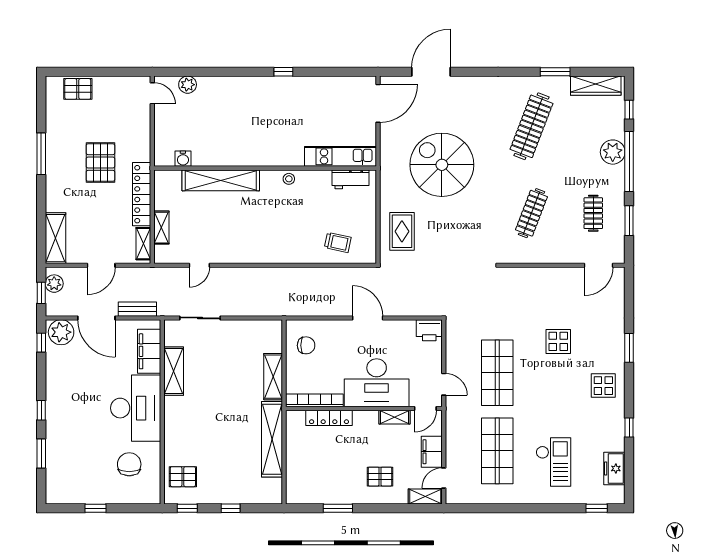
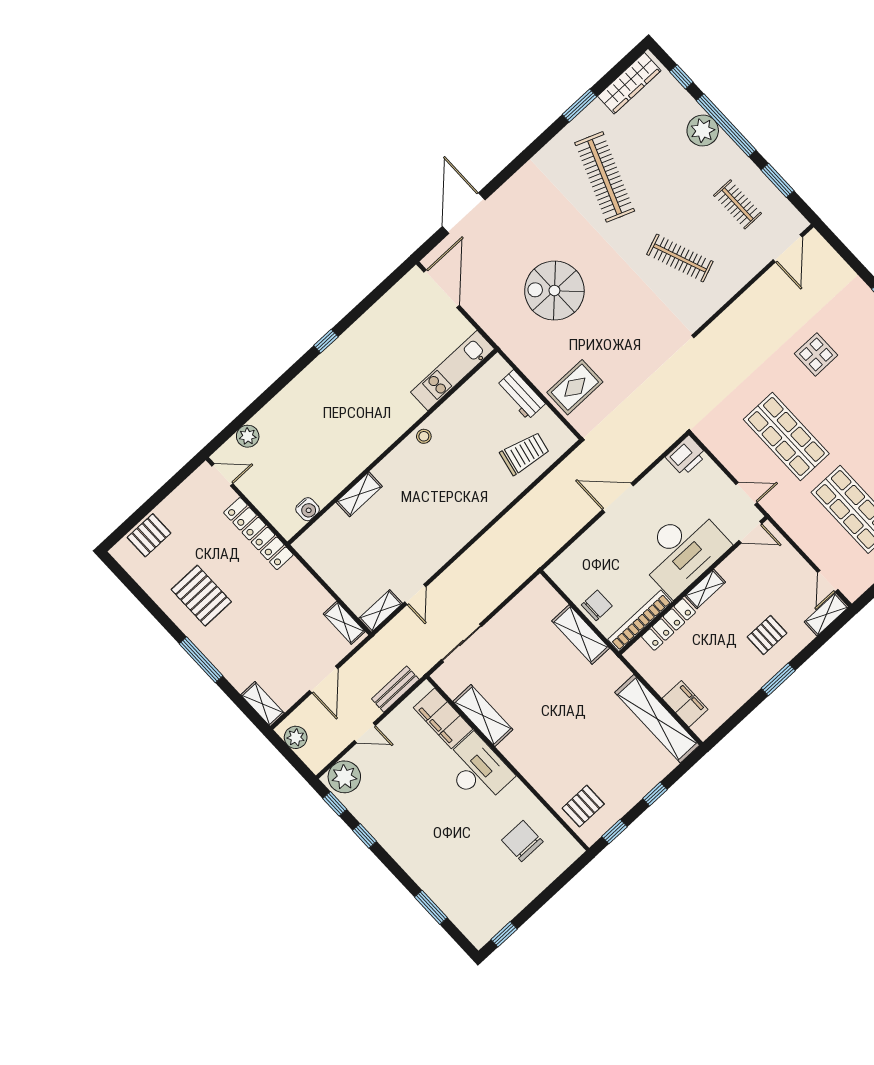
window: (41, 154) -> (201, 660), moved
pallet: (100, 163) -> (201, 596), moved
spiral stairs: (442, 165) -> (554, 291), width x0.73, depth x0.73
workbench: (350, 179) -> (521, 395), moved, turned 90
shelving: (221, 180) -> (359, 494), width x0.45, depth x0.75
locker: (142, 194) -> (258, 534), moved
clothes rail: (531, 213) -> (680, 258), turned -42
shelving: (161, 228) -> (381, 611), moved, turned 90
rug: (402, 231) -> (575, 387), turned 90
shelving: (56, 238) -> (263, 704), width x0.67, depth x0.75
trolley: (338, 242) -> (525, 453), width x1.36, depth x1.39
window: (41, 293) -> (292, 757), removed
door: (96, 318) -> (365, 733), width x0.53
chair: (306, 345) -> (597, 605), moved
desk: (136, 408) -> (477, 770), width x0.73, depth x0.77
door: (425, 409) -> (750, 532), hinge flipped
window: (41, 410) -> (365, 836), moved
shelving: (395, 417) -> (705, 589), moved
shelving: (272, 439) -> (657, 719), moved
filing cabinet: (432, 452) -> (685, 704), moved, turned 180
window: (96, 508) -> (504, 934), moved
window: (338, 508) -> (778, 679), moved

